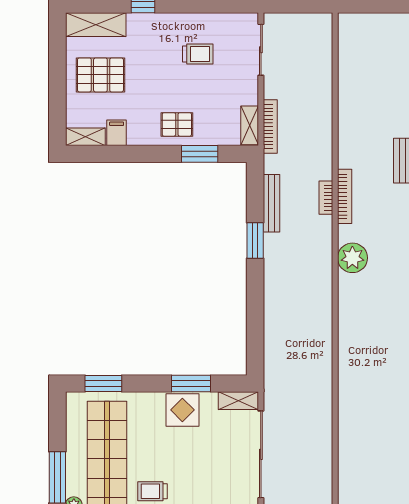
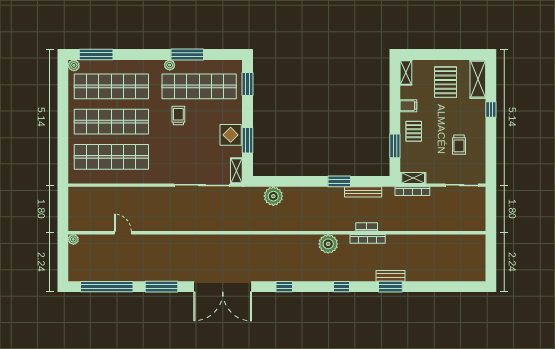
filing cabinet: (117, 133) -> (408, 106), moved
plant: (278, 343) -> (273, 196), added

